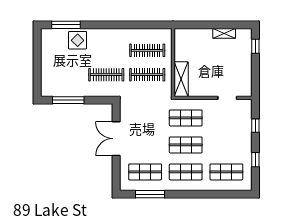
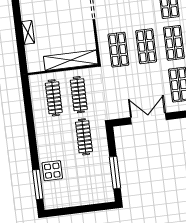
shelving: (224, 33) -> (28, 32), moved
shelving: (181, 79) -> (71, 60), width x1.47
double door: (116, 139) -> (148, 119), swing flipped

